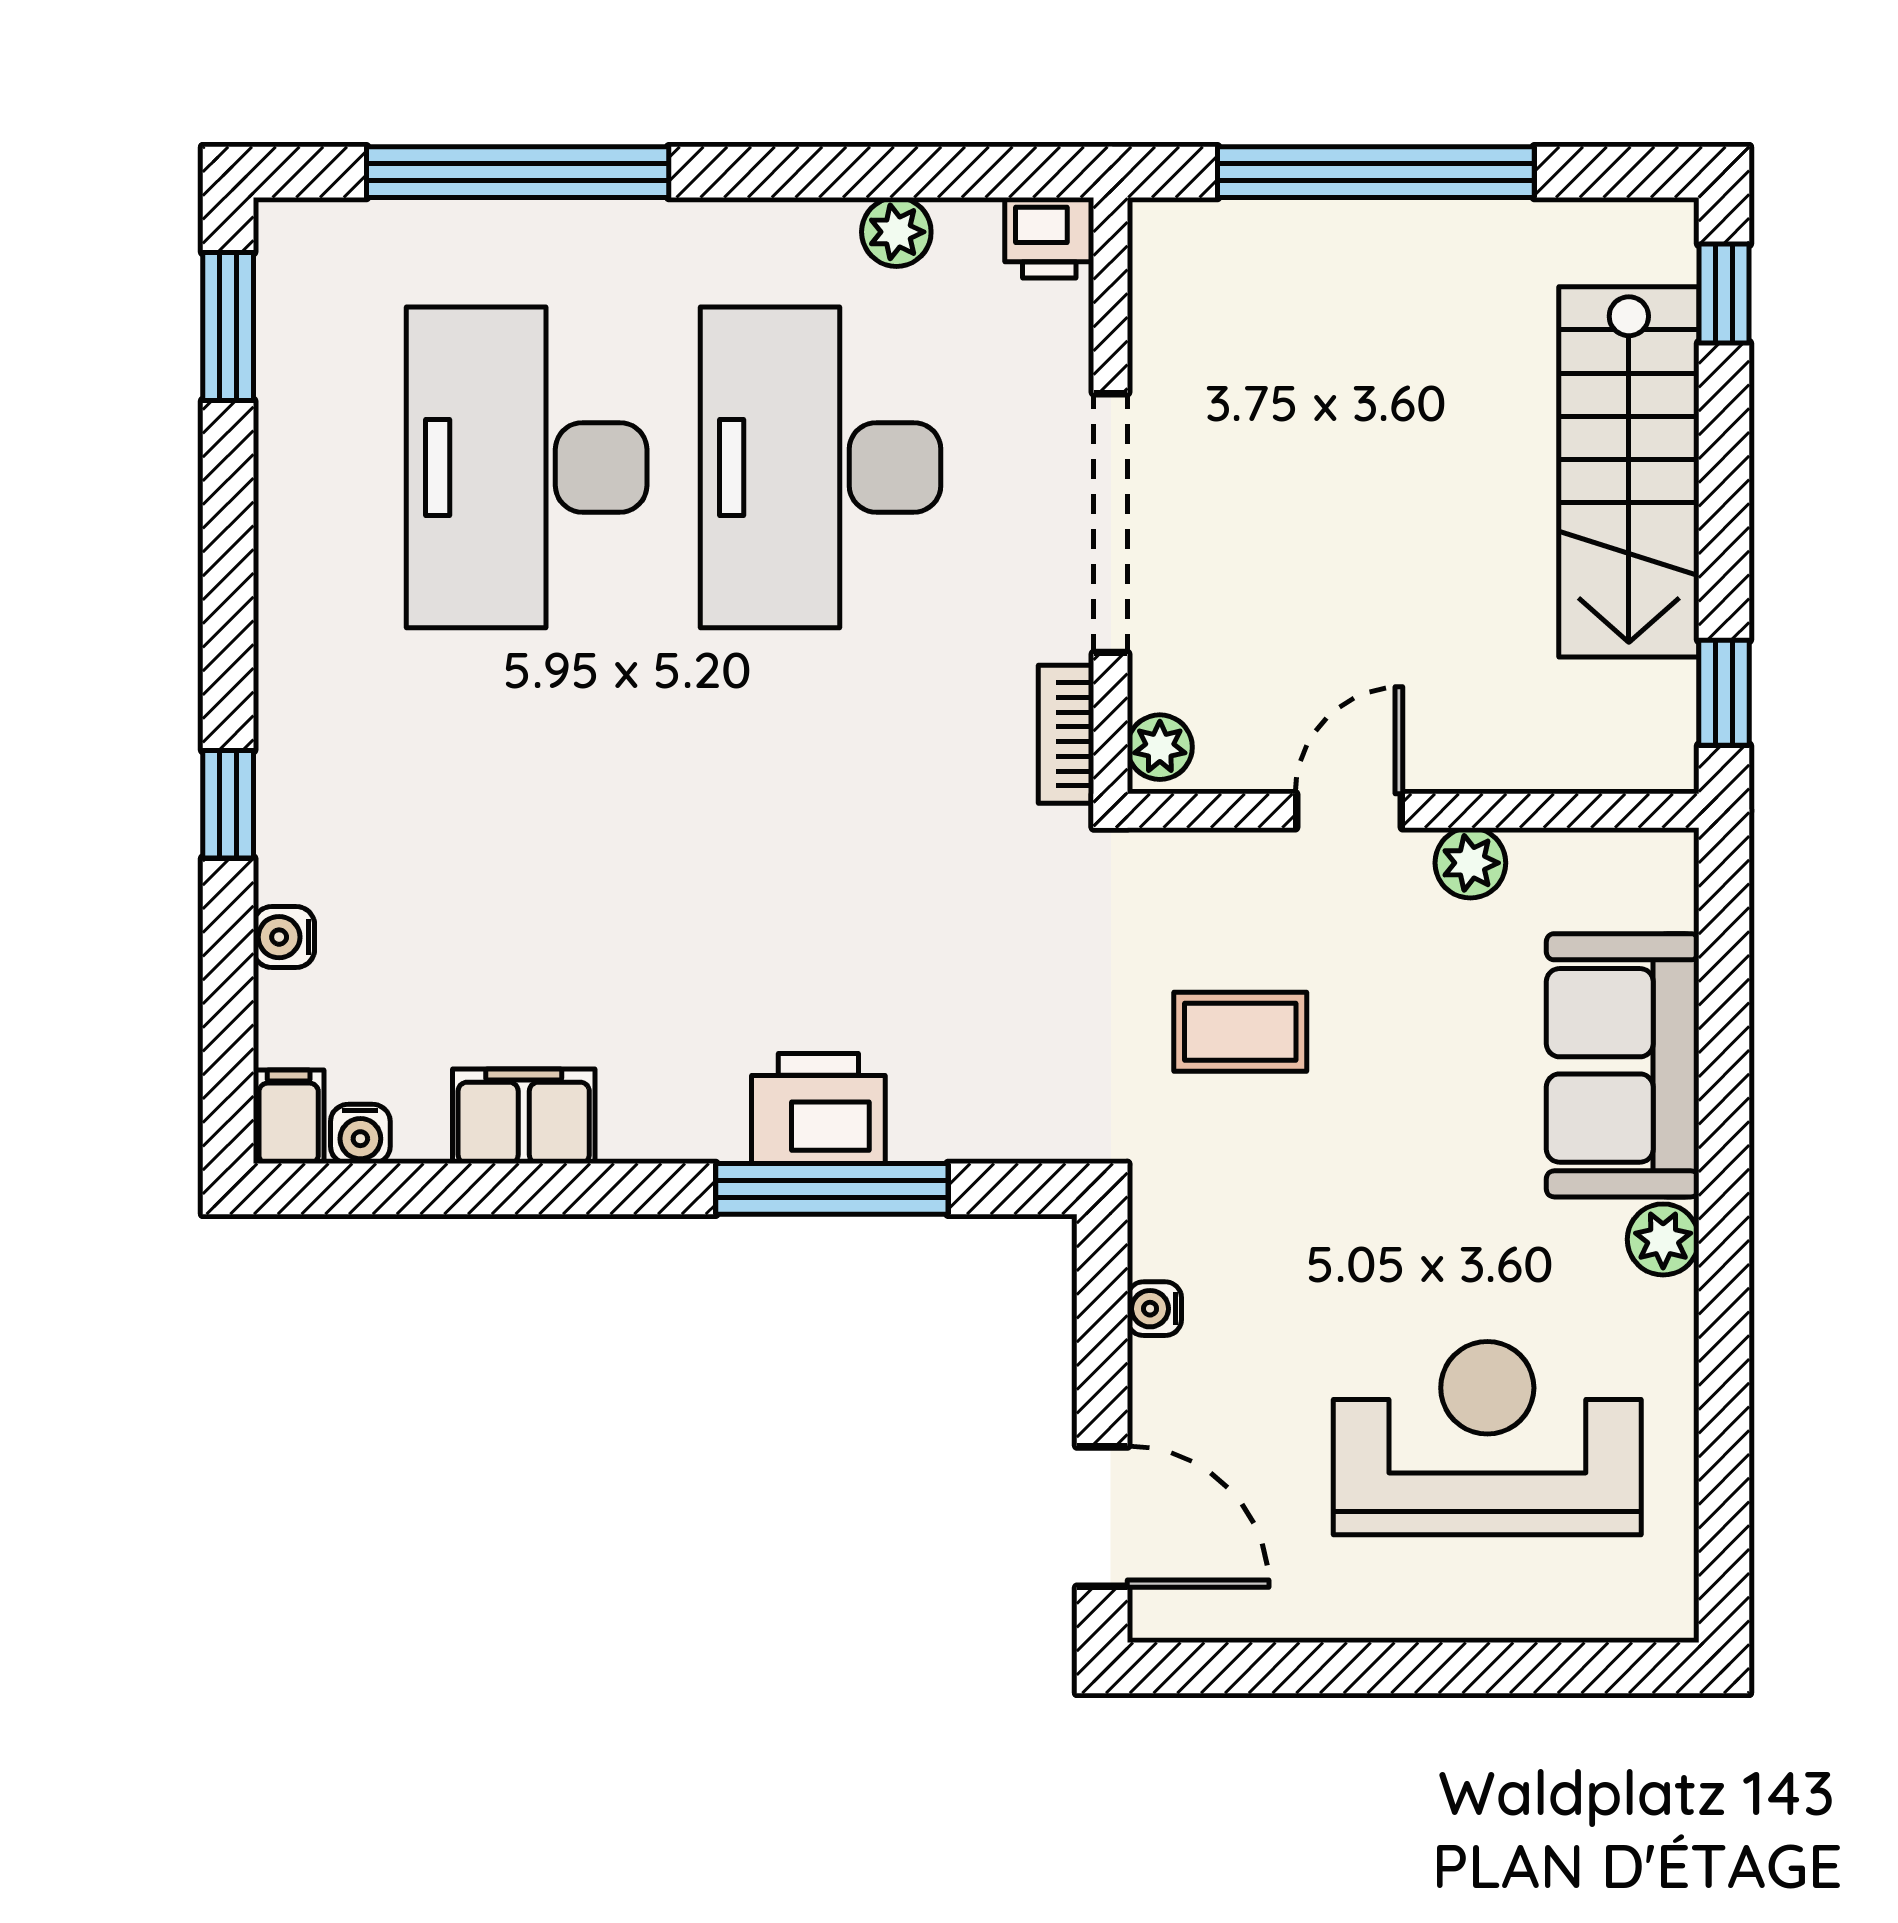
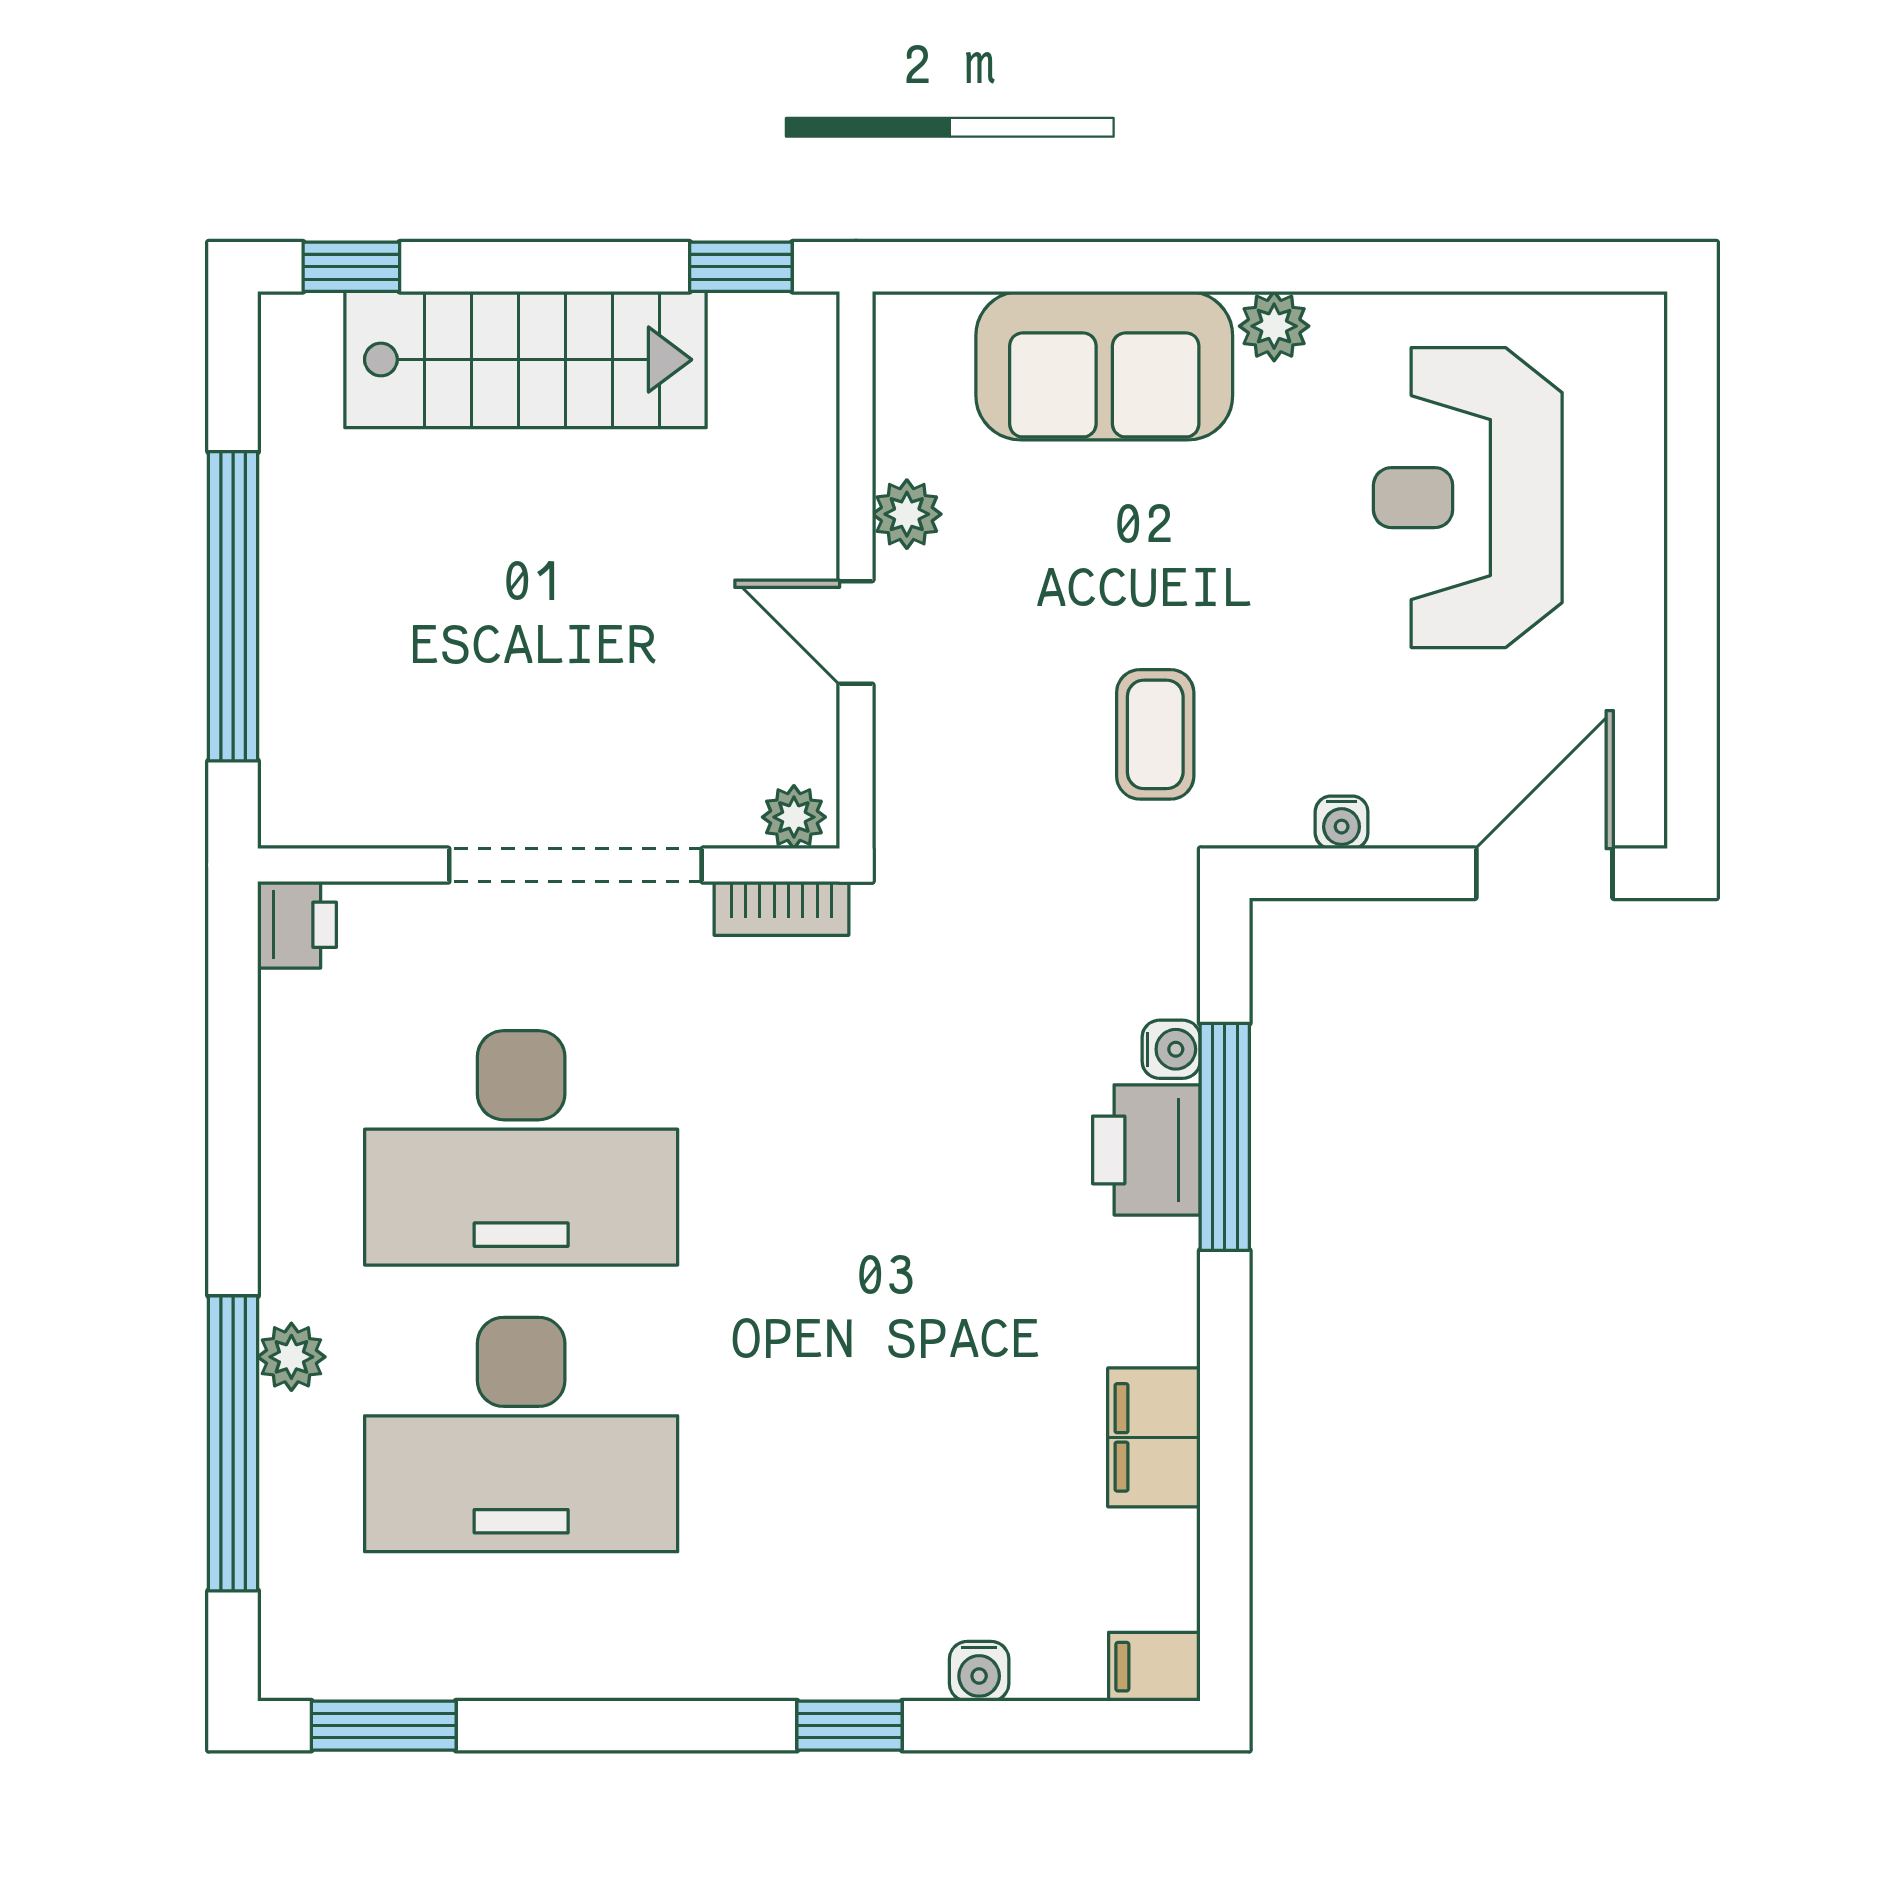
plant: (896, 232) -> (291, 1357), moved
coffee table: (1240, 1032) -> (1155, 734), moved
water cooler: (360, 1134) -> (1171, 1049), moved

